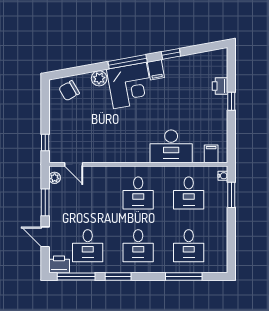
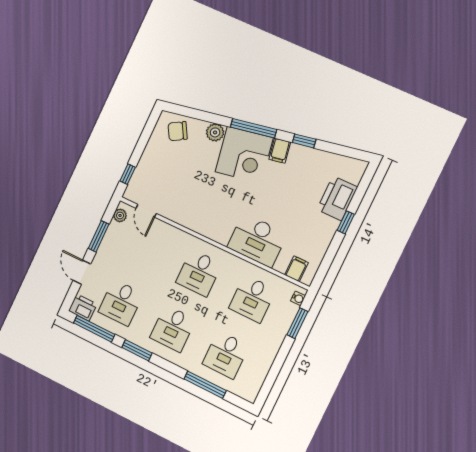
printer: (220, 86) -> (337, 198), width x1.87, depth x1.48

